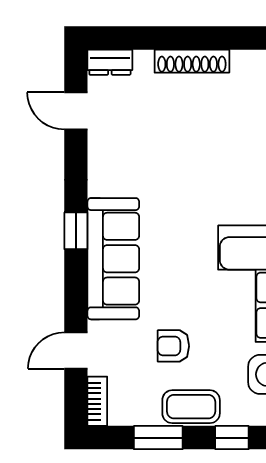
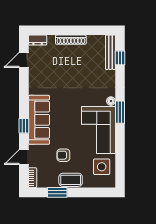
door: (76, 111) -> (24, 60), hinge flipped
window: (76, 231) -> (24, 126), moved
window: (232, 438) -> (87, 192), removed

